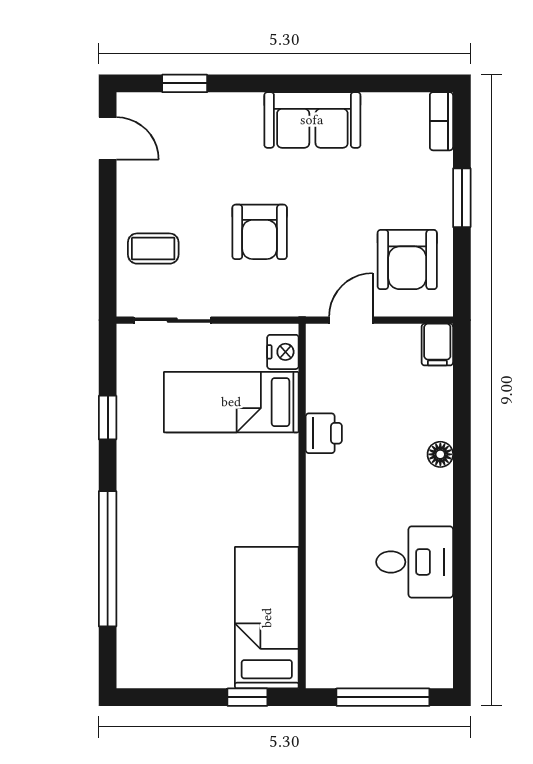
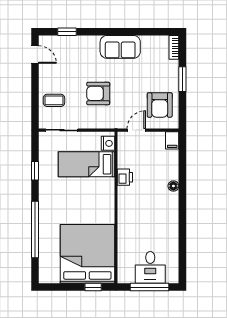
armchair: (260, 232) -> (98, 93), turned 90
desk: (415, 562) -> (150, 267), moved, turned 90
bed: (267, 618) -> (87, 254), width x2.04

